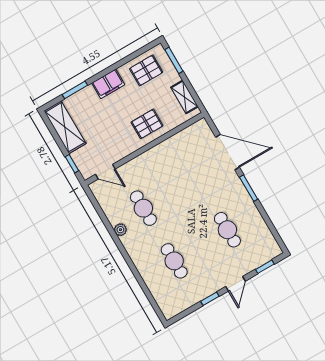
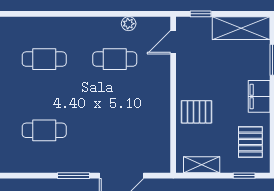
window: (174, 60) -> (244, 176), width x0.67
pallet: (147, 124) -> (196, 112), turned 90
plant: (120, 230) -> (129, 24), moved

